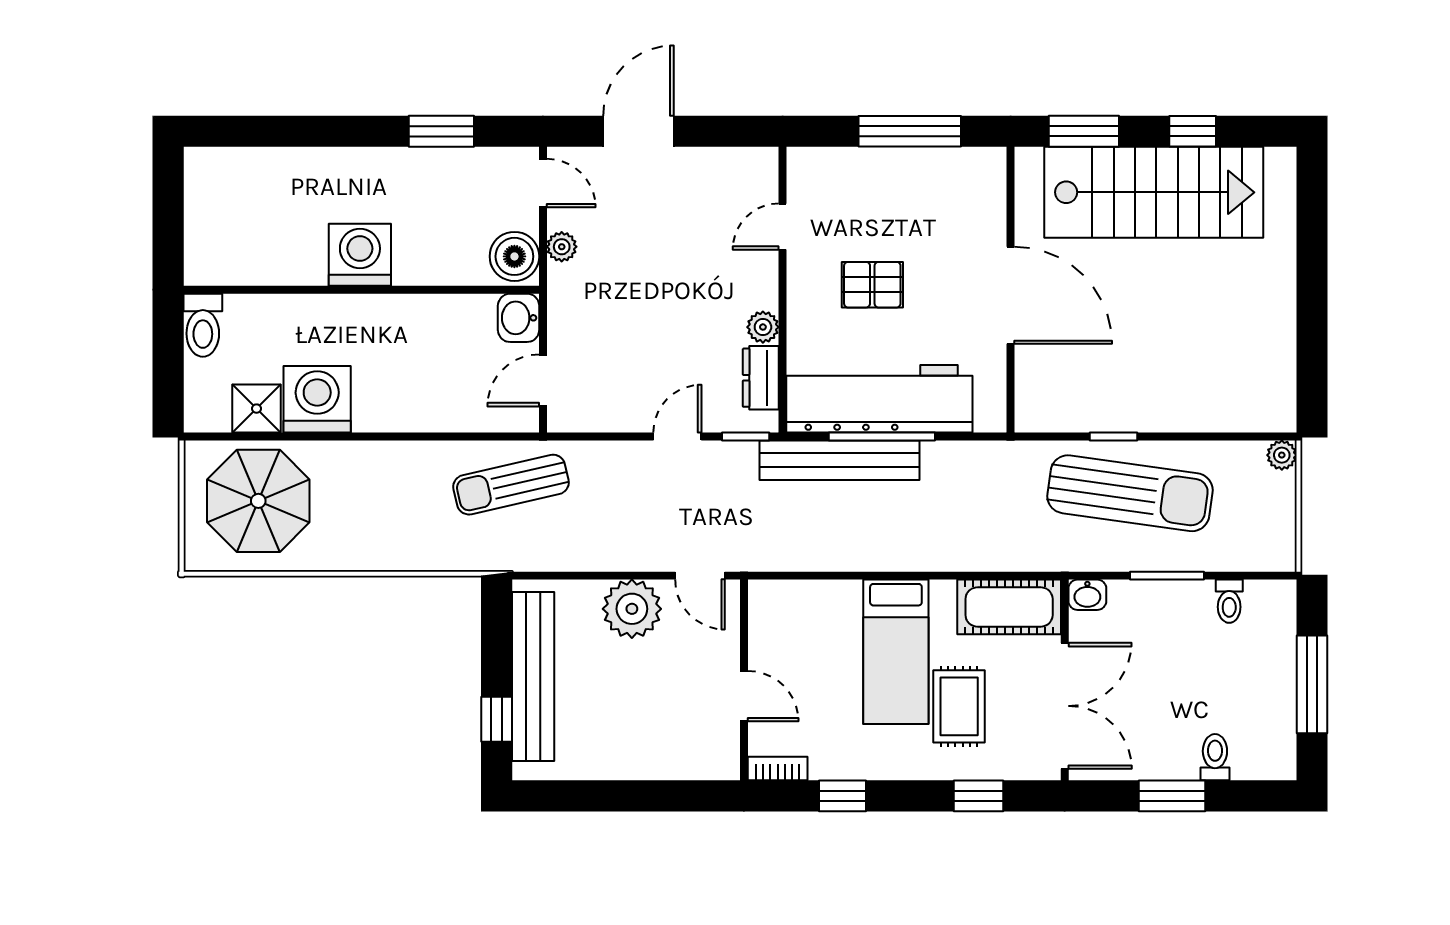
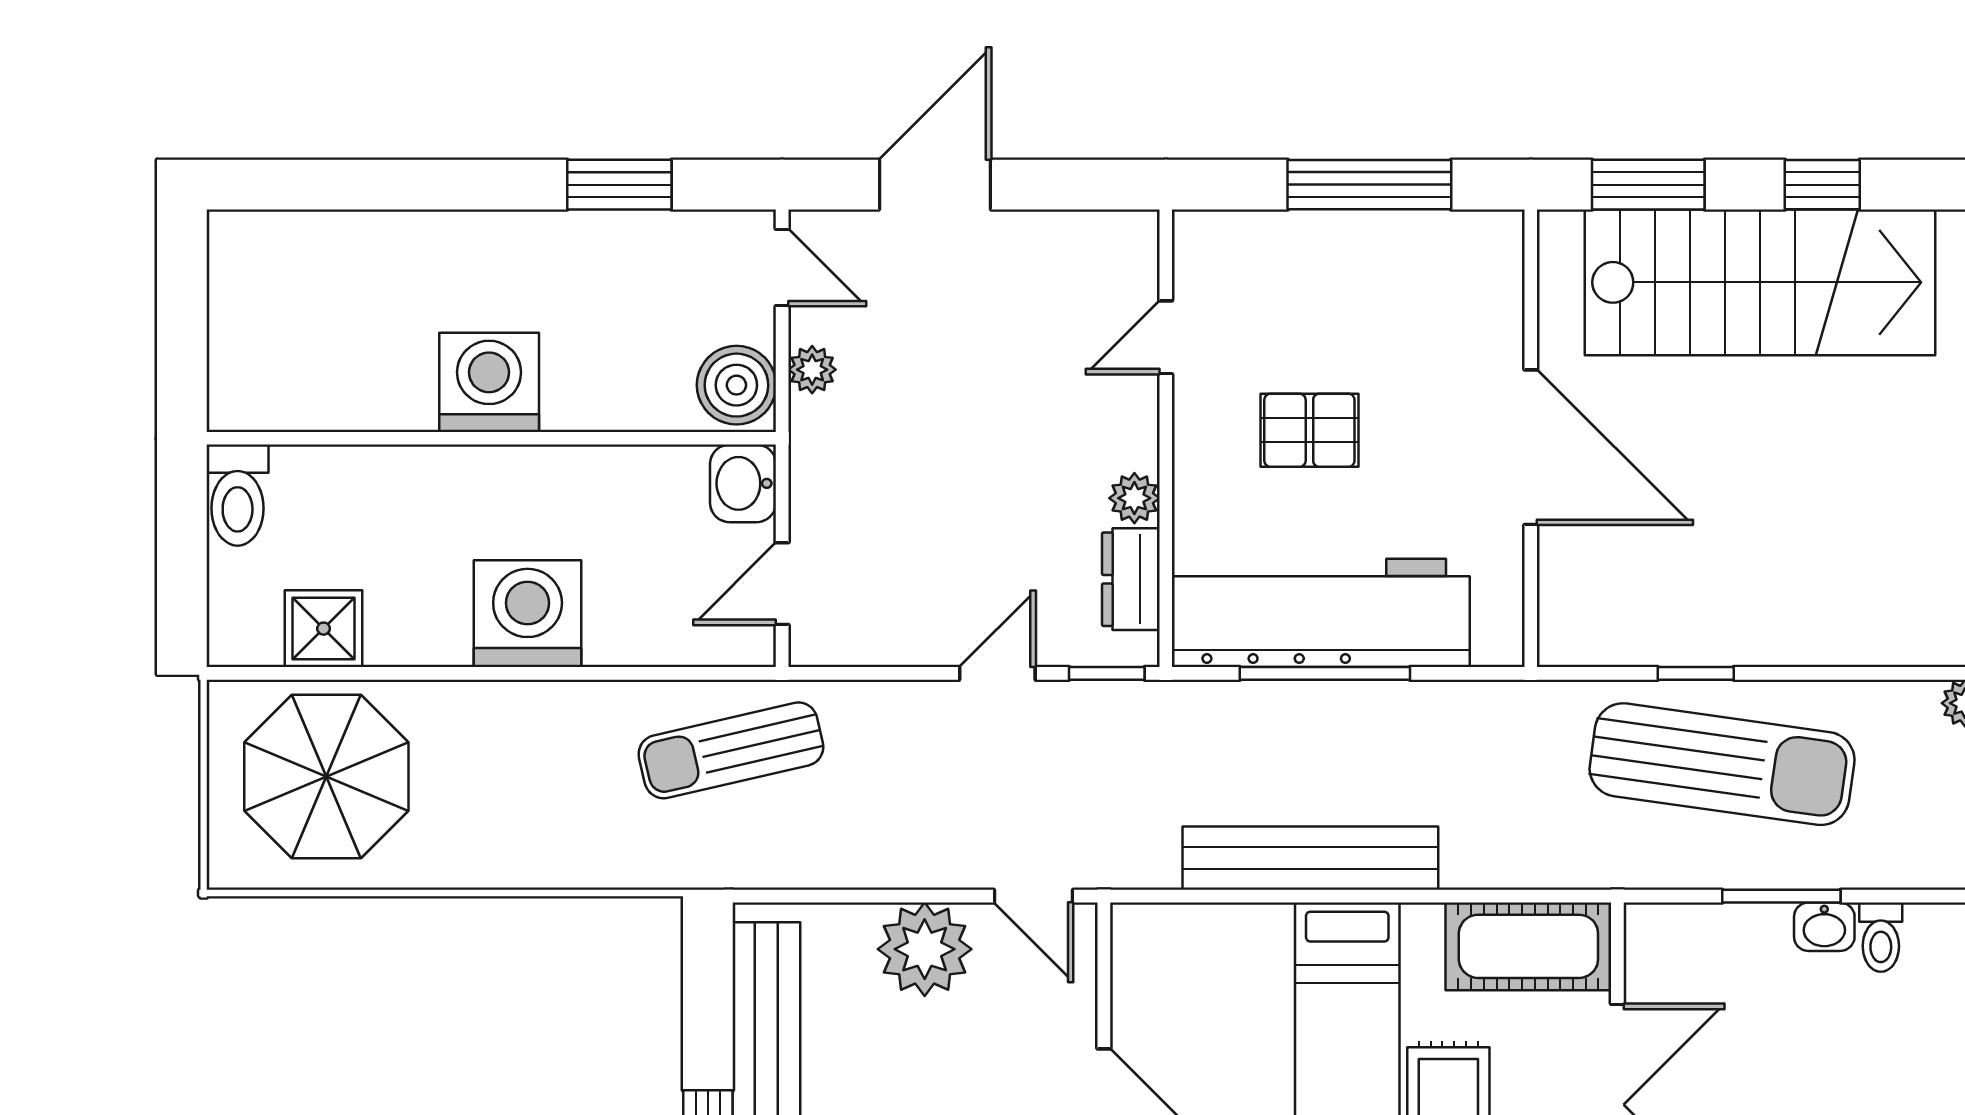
washing machine: (317, 399) -> (528, 614), moved
bench: (840, 460) -> (1310, 858), moved
washbasin: (1087, 595) -> (1824, 927), moved

